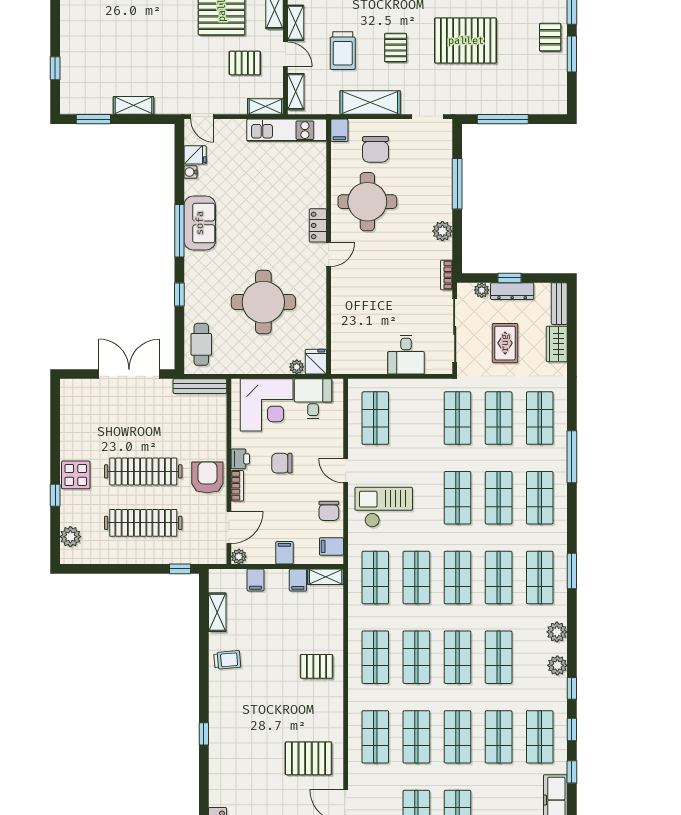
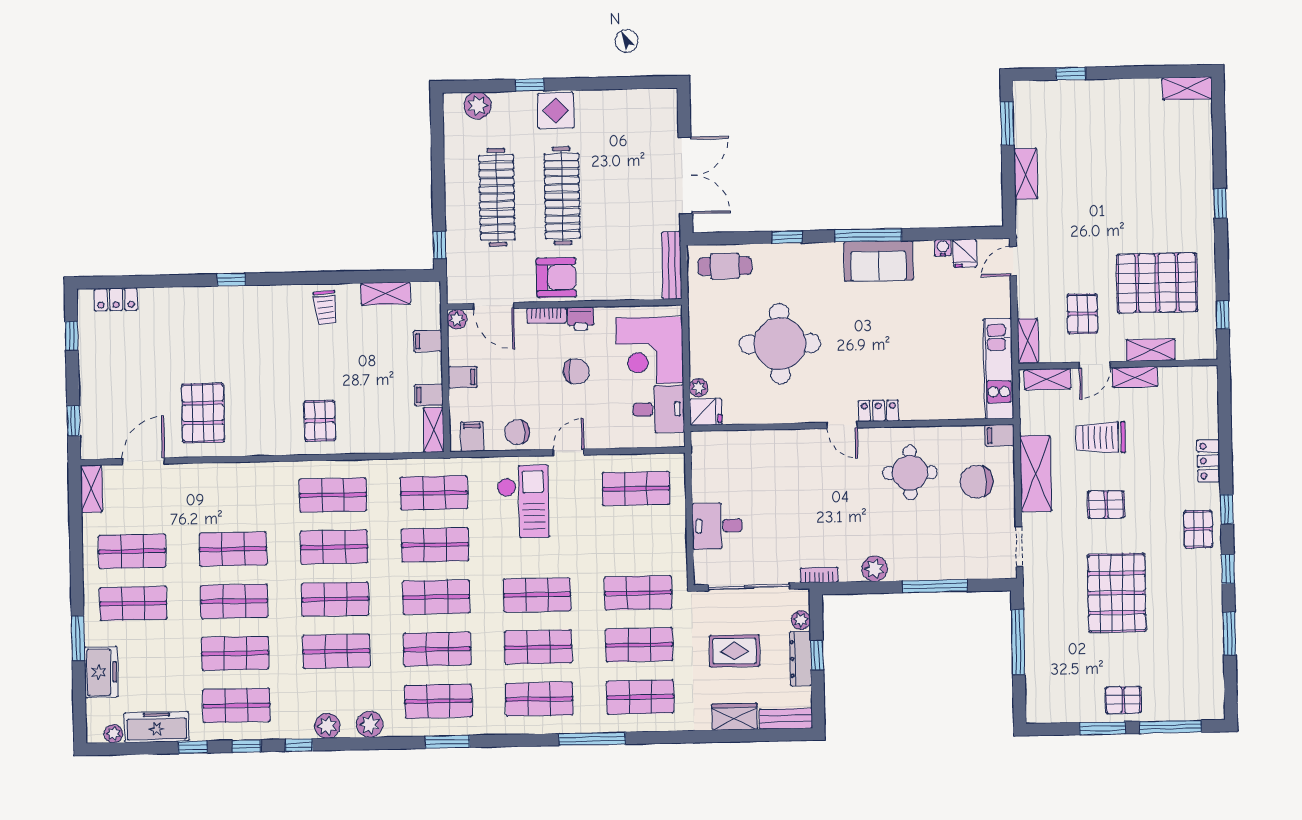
round table: (367, 202) -> (910, 473), width x0.73, depth x0.73
chair: (282, 463) -> (576, 371), turned 90
shop shelf: (375, 737) -> (232, 497), removed

